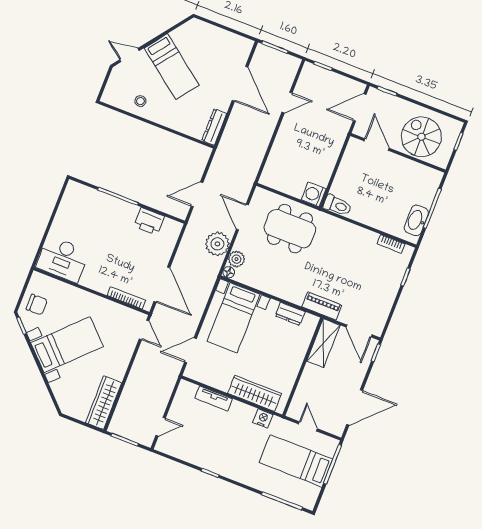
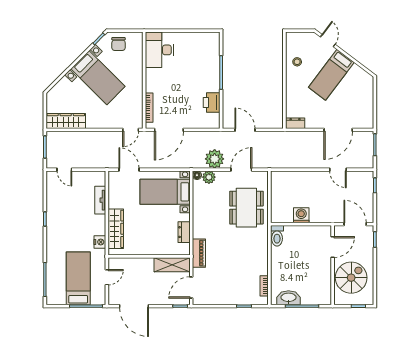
dresser: (214, 127) -> (295, 123), width x0.70
washing machine: (314, 194) -> (301, 215), moved

